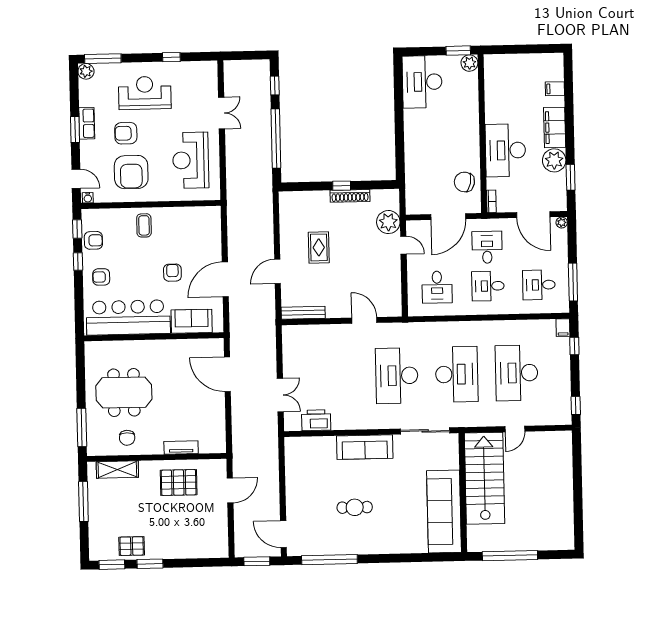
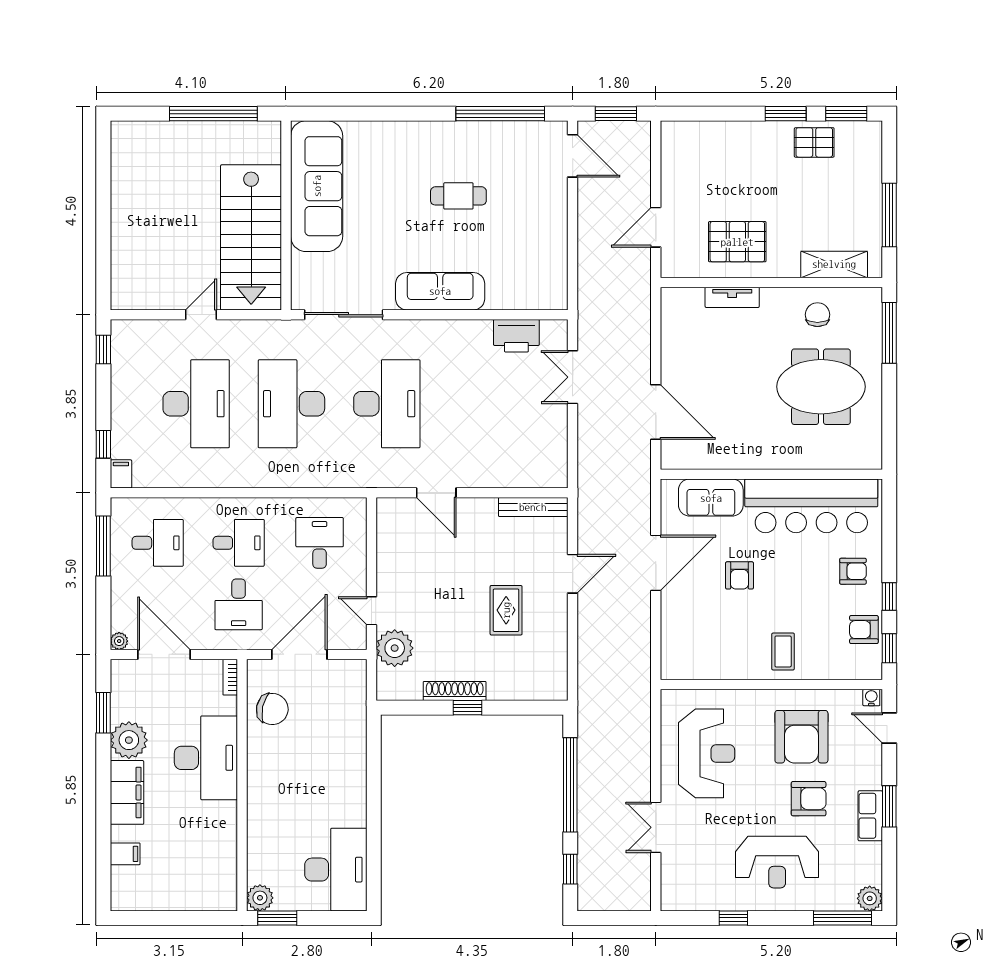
armchair: (131, 172) -> (801, 737), turned 180

